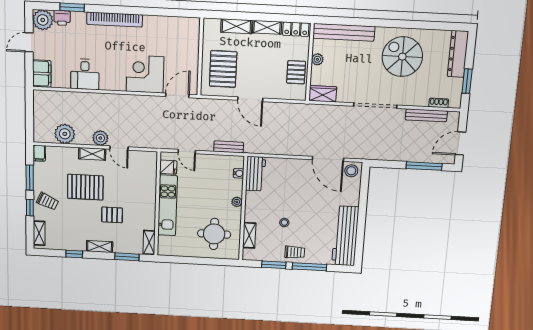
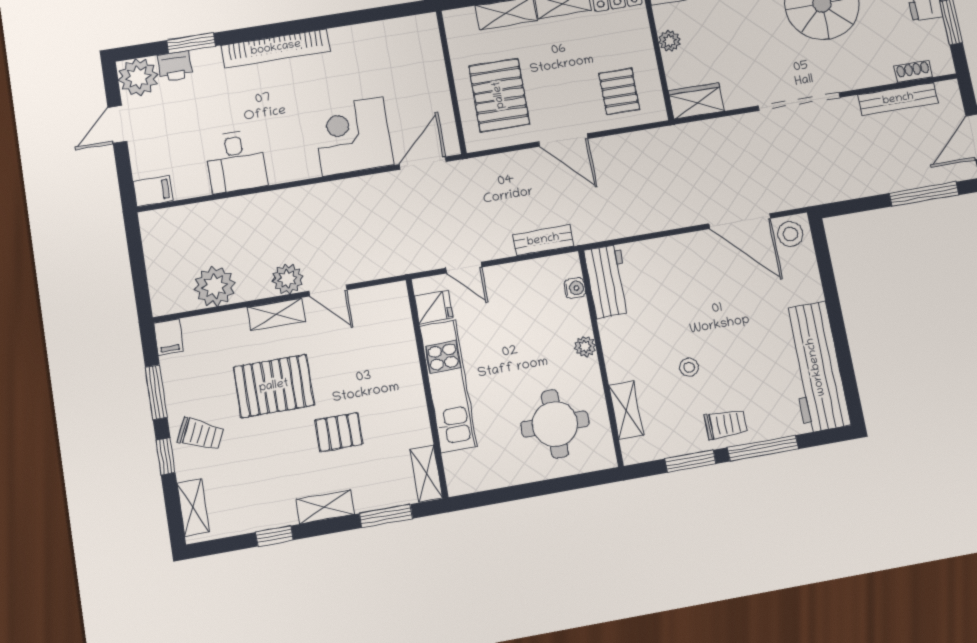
pallet: (296, 72) -> (619, 91), moved
filing cabinet: (42, 74) -> (153, 191), width x0.50

